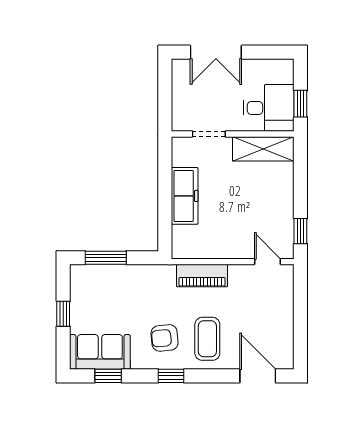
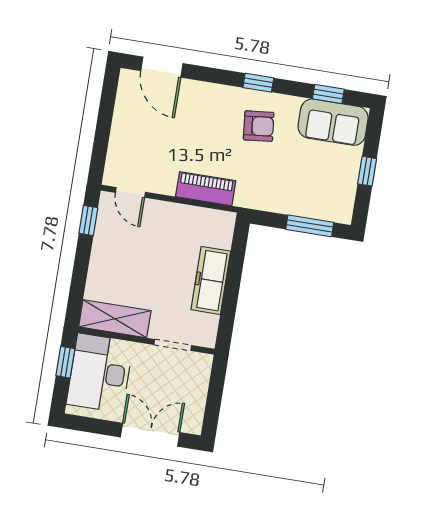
desk: (269, 108) -> (100, 373), width x1.37
coffee table: (207, 339) -> (211, 117), removed

